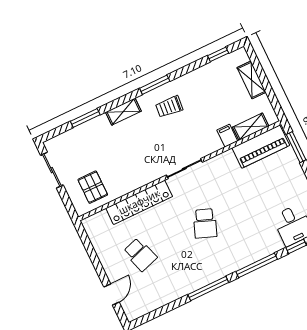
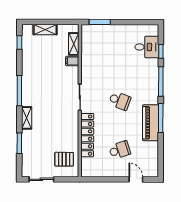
window: (155, 85) -> (19, 91), width x1.44
trolley: (169, 107) -> (37, 88), removed
piano: (261, 147) -> (151, 123), moved, turned 180

